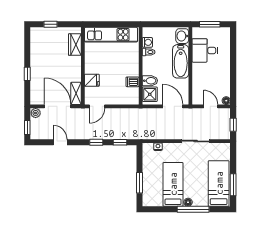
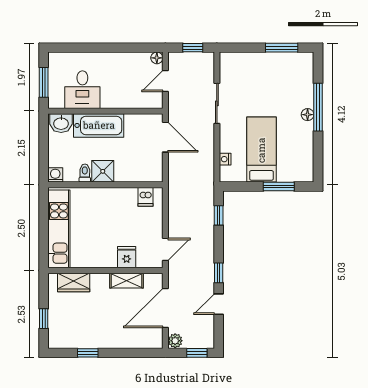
washing machine: (147, 42) -> (55, 175), moved
window: (27, 74) -> (88, 353), moved
bidet: (150, 81) -> (127, 171), removed
dishwasher: (133, 82) -> (145, 197), moved
shelving: (76, 93) -> (127, 281), moved
shower: (150, 94) -> (103, 171), moved
door: (97, 106) -> (165, 249), hinge flipped
door: (173, 106) -> (165, 137), swing flipped
window: (96, 142) -> (219, 273), moved
bed: (219, 183) -> (280, 69), removed
bed: (173, 184) -> (261, 150), moved, turned 90

